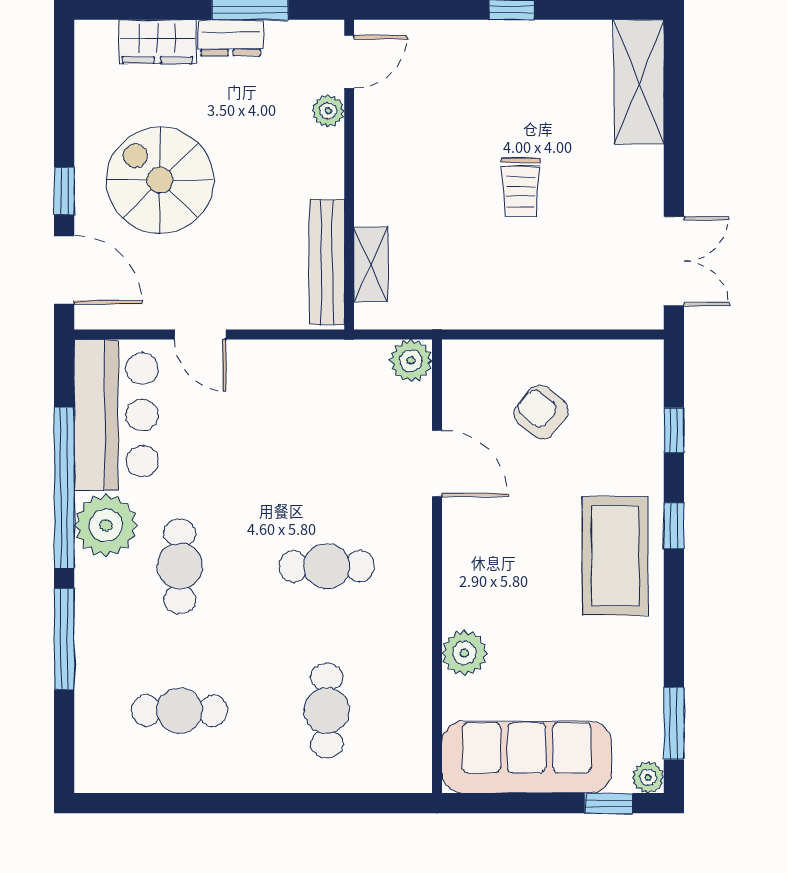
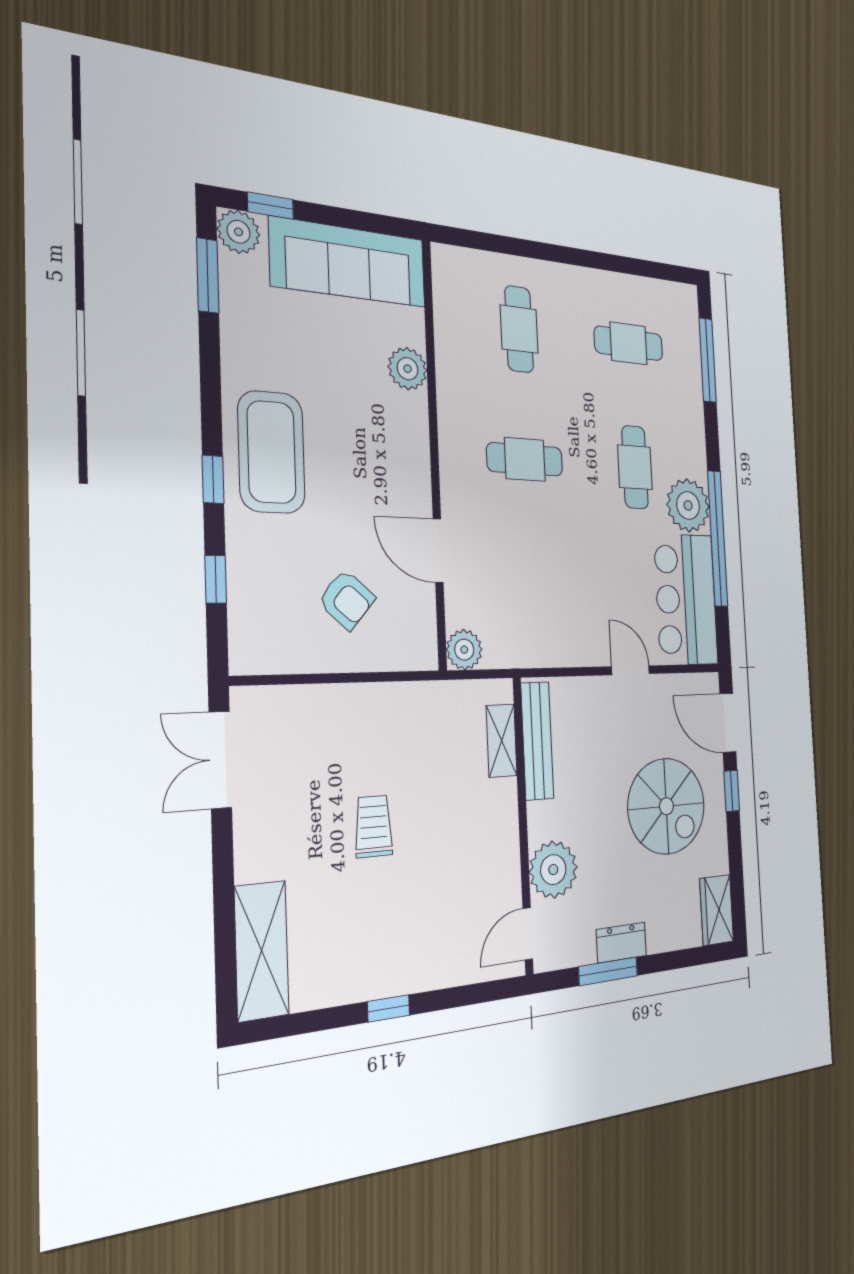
wardrobe: (157, 42) -> (717, 910), moved, turned -90
plant: (328, 111) -> (553, 870), width x1.88, depth x1.88
window: (64, 639) -> (708, 360), moved
plant: (648, 777) -> (238, 232), width x1.38, depth x1.38

